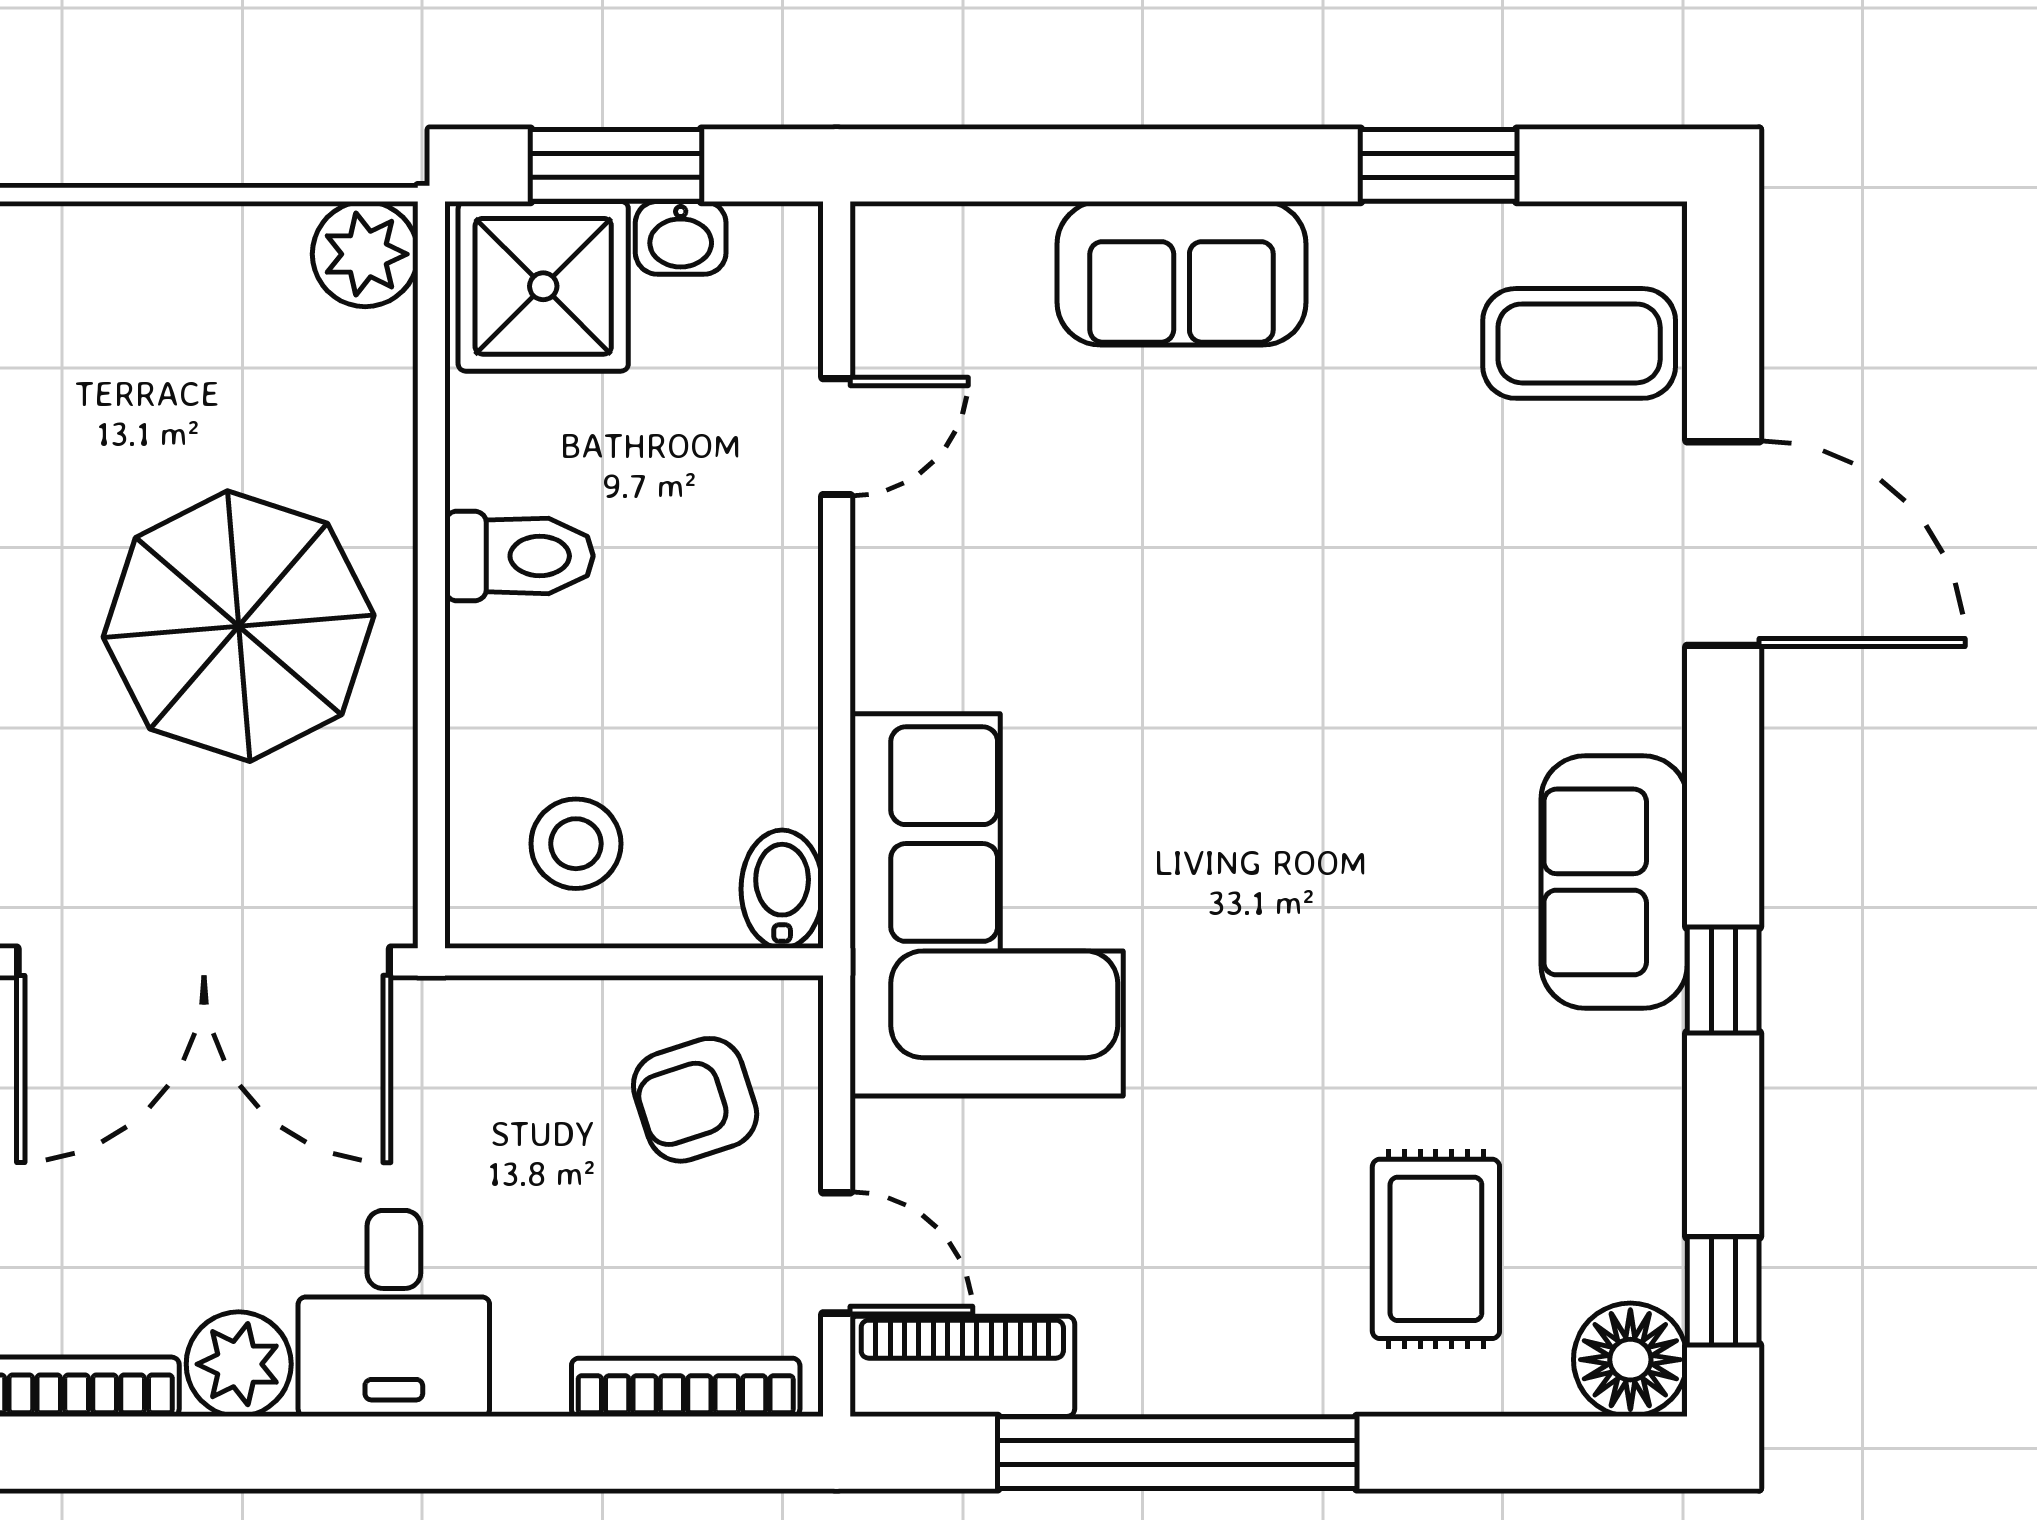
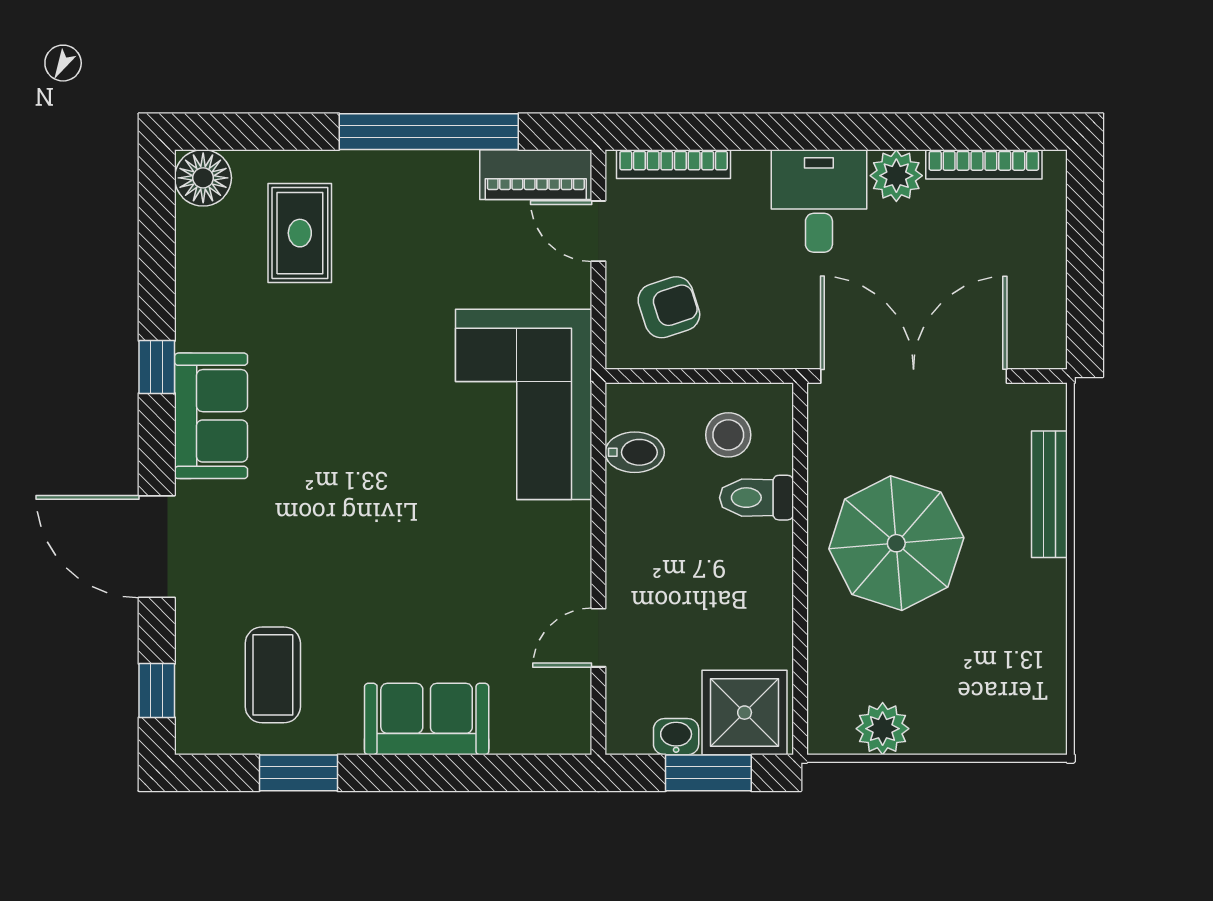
plant: (365, 254) -> (883, 729), moved
coffee table: (1579, 343) -> (273, 675), moved, turned 90
door: (1723, 544) -> (157, 547), moved
toilet: (519, 556) -> (757, 498), moved
bidet: (782, 889) -> (635, 452), moved, turned -90
window: (1723, 1291) -> (157, 691), moved

